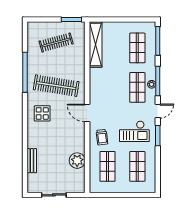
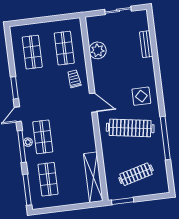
checkout: (134, 131) -> (40, 89), removed

